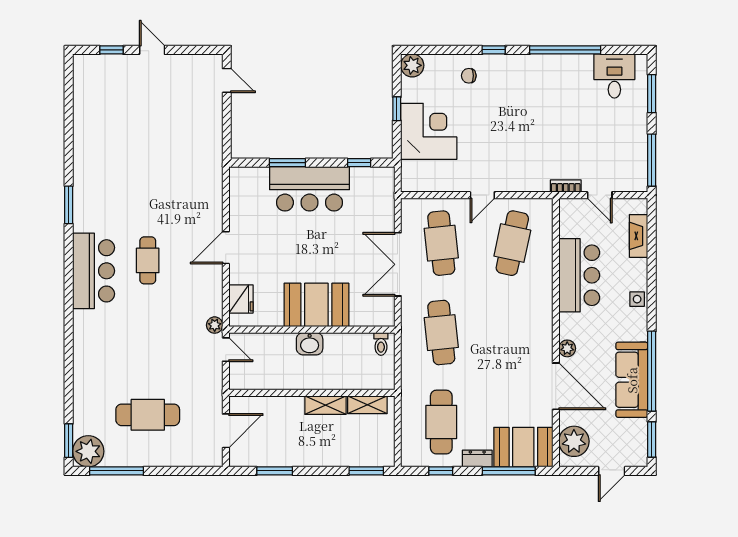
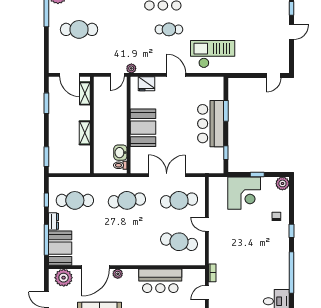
checkout: (190, 185) -> (213, 54), added
washbasin: (310, 344) -> (120, 153), moved
shelving: (367, 405) -> (85, 93), moved
cafe table: (148, 415) -> (79, 29), turned 90

